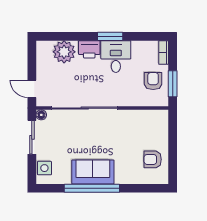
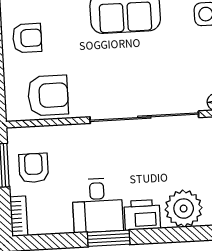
armchair: (153, 81) -> (34, 168), turned 180
armchair: (142, 124) -> (48, 95), added

